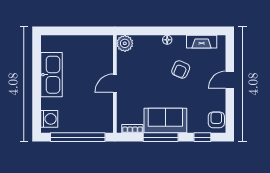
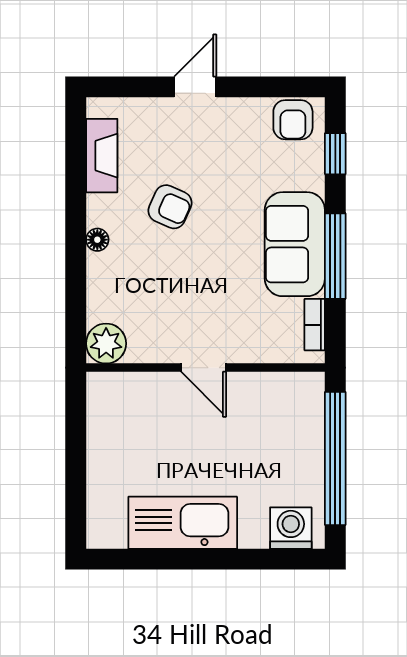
door: (230, 80) -> (195, 87), swing flipped
armchair: (216, 120) -> (293, 120), turned -90

